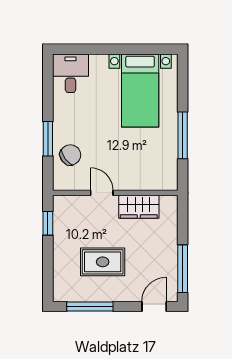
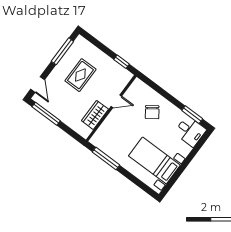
window: (183, 135) -> (106, 158), moved
window: (48, 139) -> (192, 115), moved
chair: (70, 155) -> (152, 112), moved

